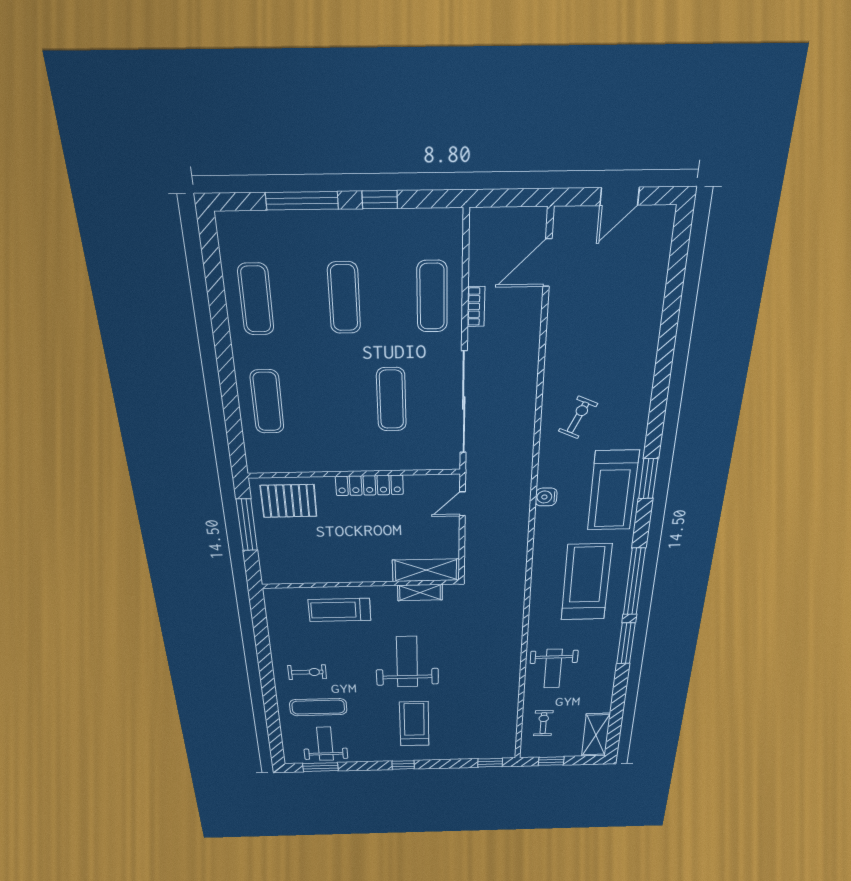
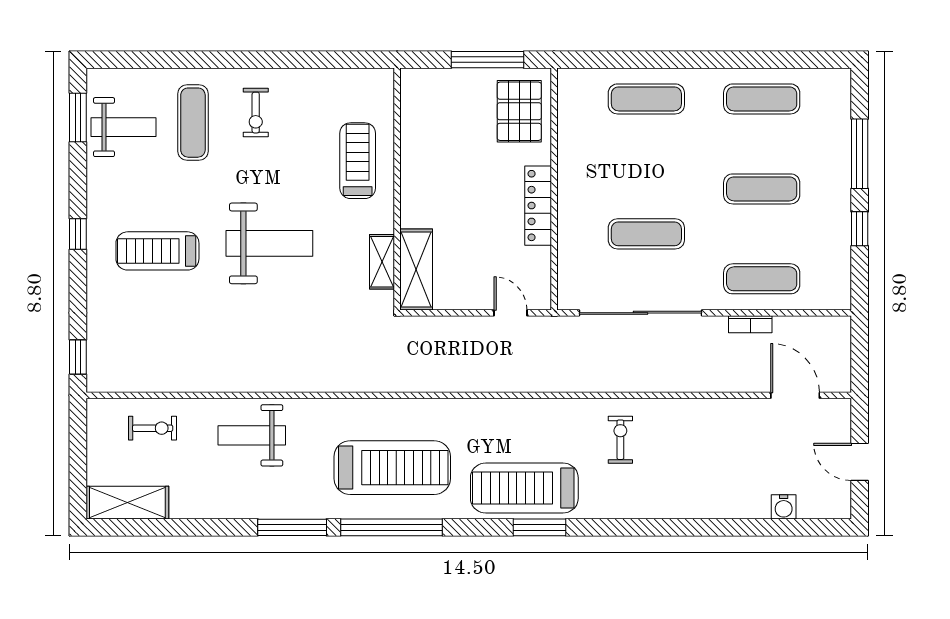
exercise bike: (578, 417) -> (620, 440), turned -114
water cooler: (546, 497) -> (784, 507), moved, turned 180
treadmill: (414, 724) -> (157, 251), turned 180
window: (551, 761) -> (78, 444), removed

